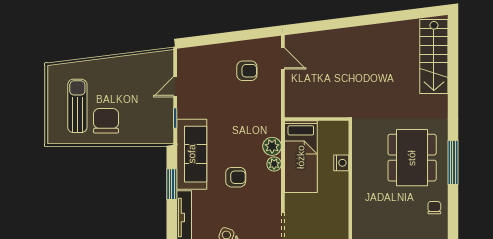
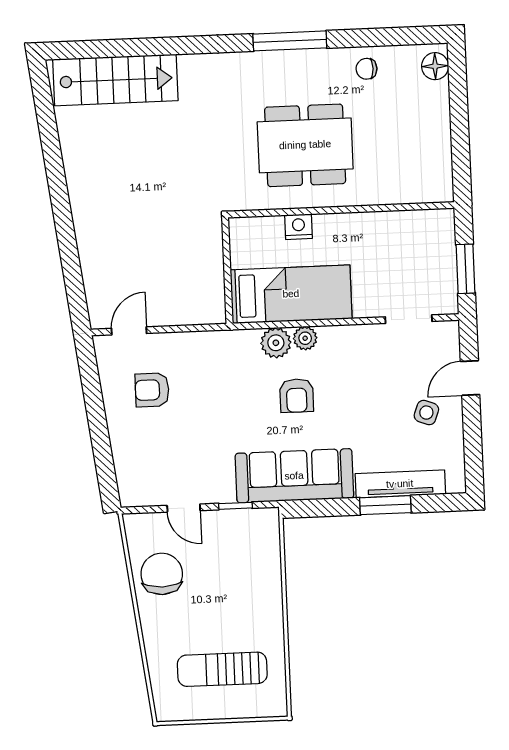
armchair: (247, 71) -> (152, 390), turned -90
chair: (106, 121) -> (162, 574), moved, turned 90
dining table: (412, 158) -> (305, 145), moved
armchair: (236, 177) -> (297, 396), moved, turned 180
window: (172, 184) -> (385, 505), moved

